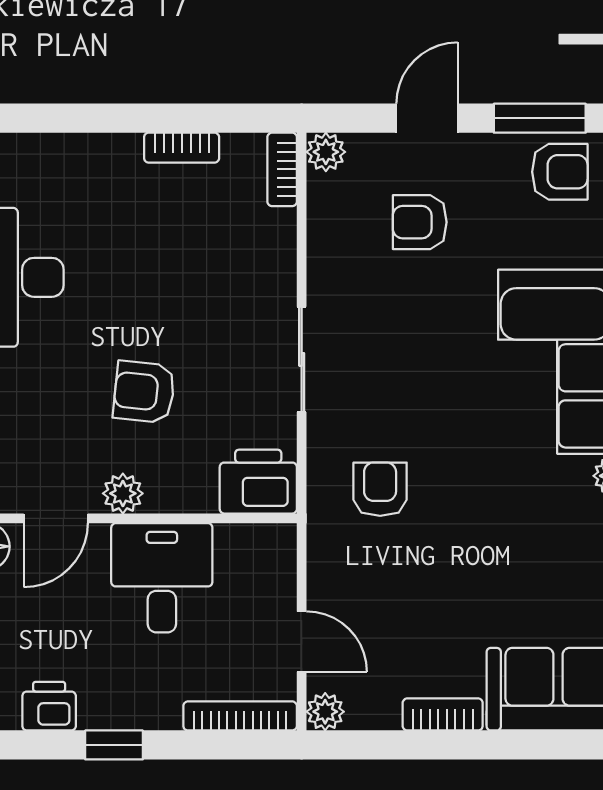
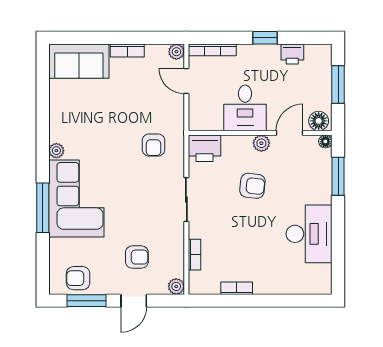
bookcase: (282, 169) -> (195, 255), moved

